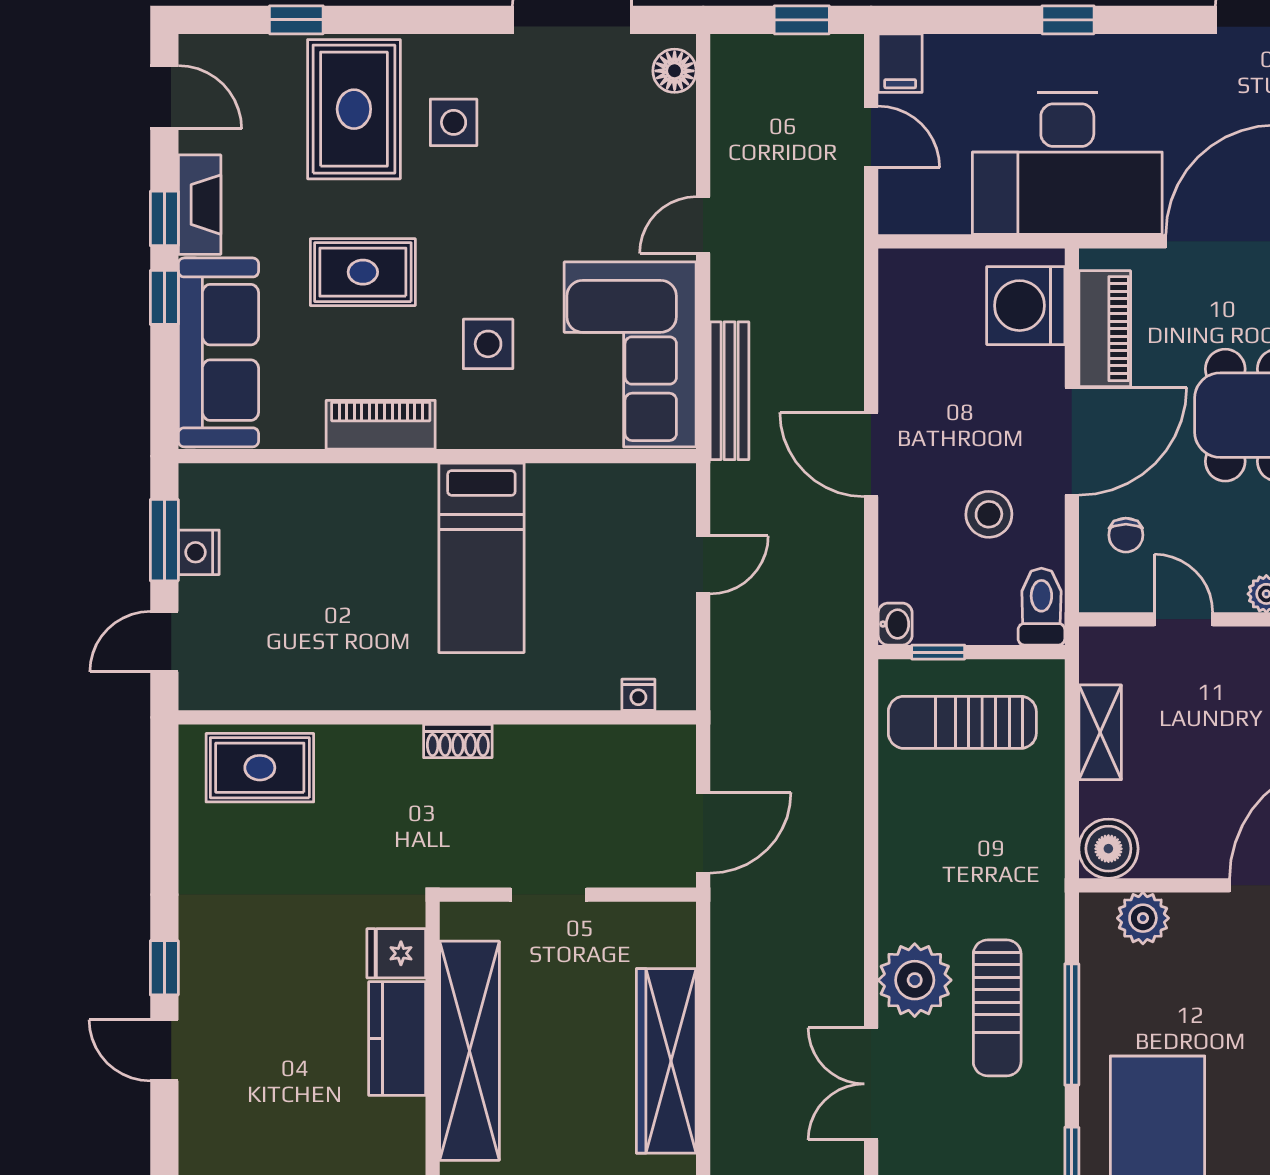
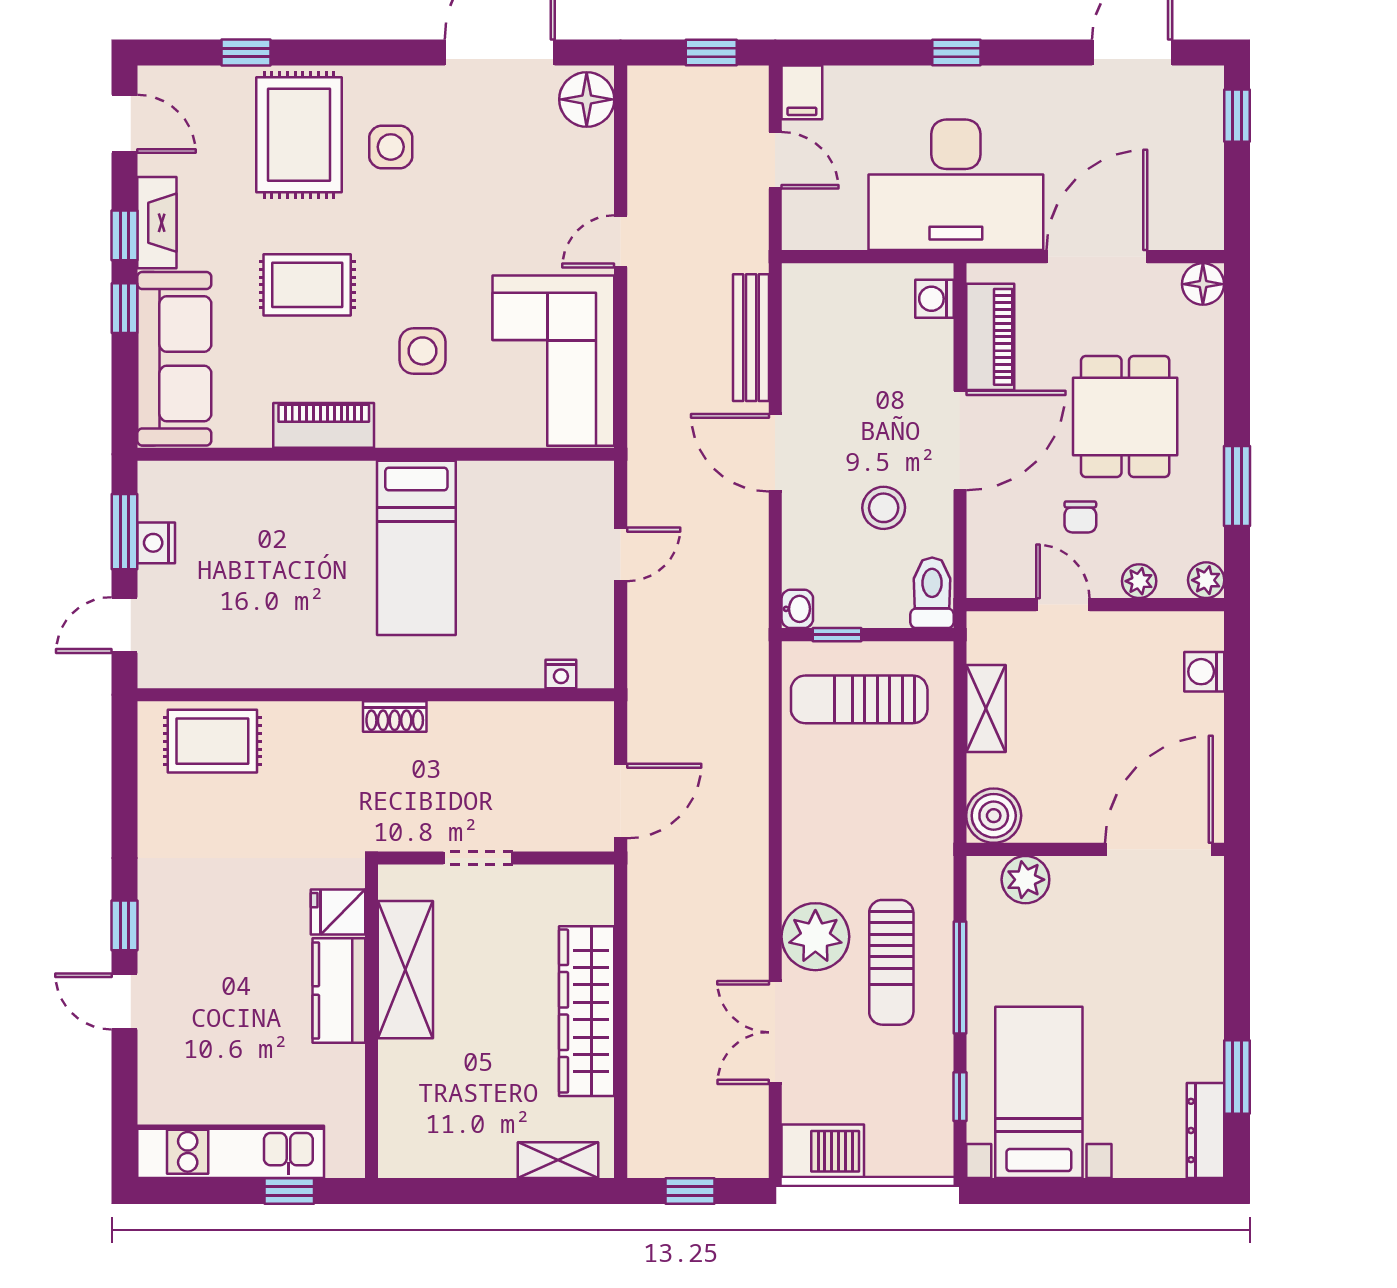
floor lamp: (675, 71) -> (587, 99), width x1.38, depth x1.38
washing machine: (1026, 306) -> (934, 299), width x0.53, depth x0.53
bench: (730, 391) -> (751, 338), moved
chair: (1126, 535) -> (1080, 517), moved
shelving: (469, 1051) -> (405, 970), width x0.68

